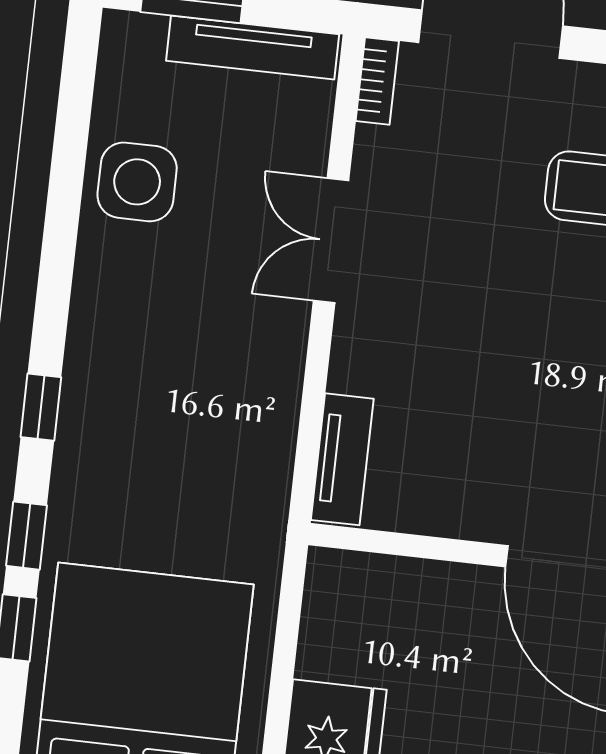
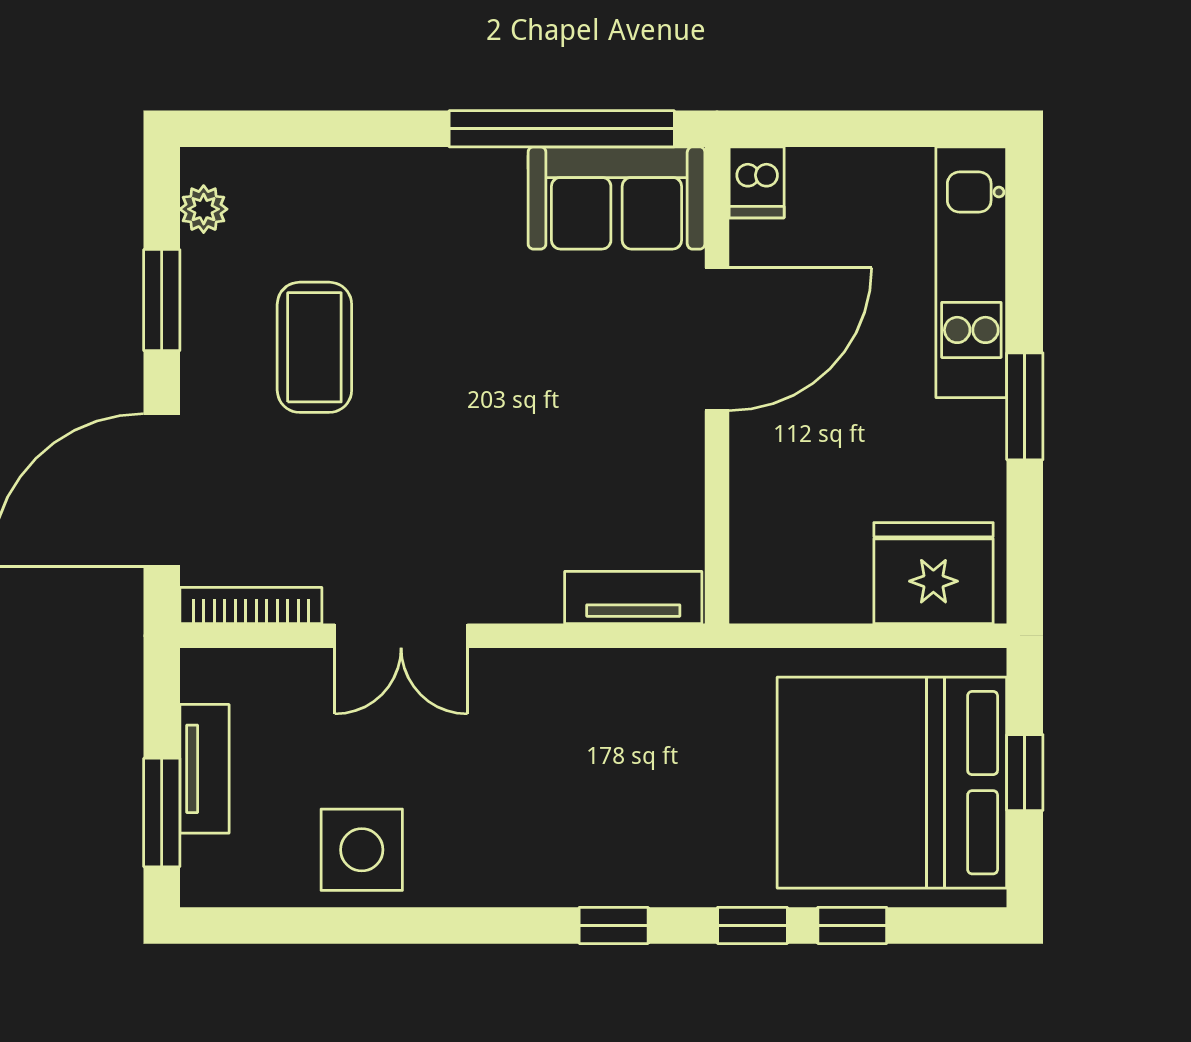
tv unit: (253, 47) -> (204, 769), width x0.71
bookcase: (377, 81) -> (251, 605), width x1.56

